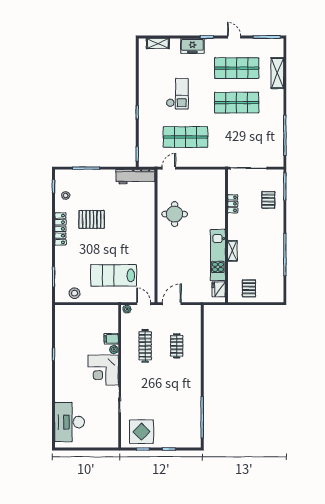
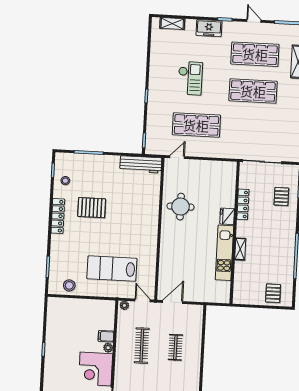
locker: (233, 204) -> (243, 204), width x1.53
pallet: (249, 288) -> (273, 293), moved
fridge: (219, 289) -> (227, 216), moved

